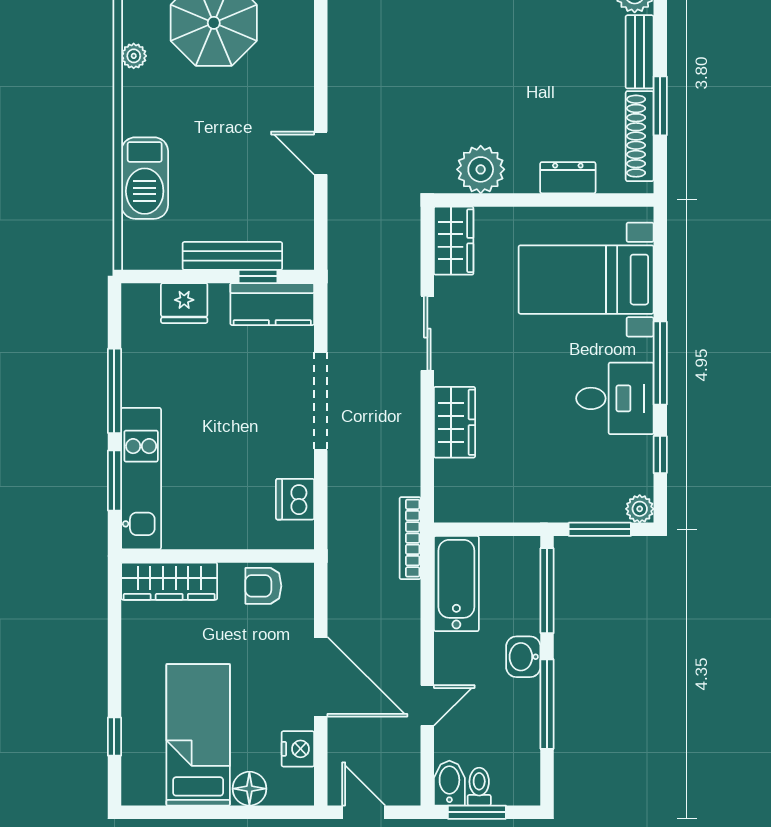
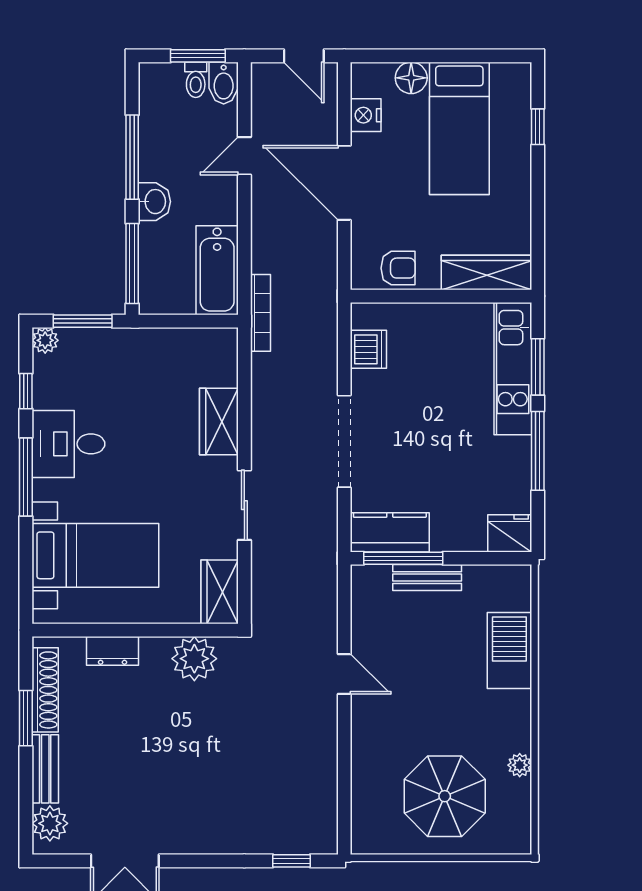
bench: (232, 256) -> (427, 578), width x0.73
window: (258, 276) -> (403, 558), width x2.17
fridge: (184, 303) -> (510, 533), moved

